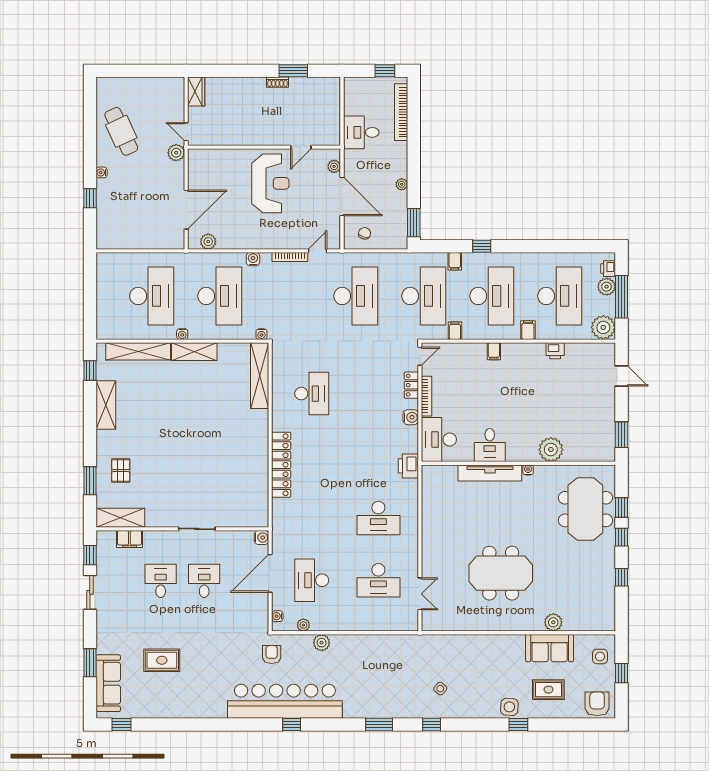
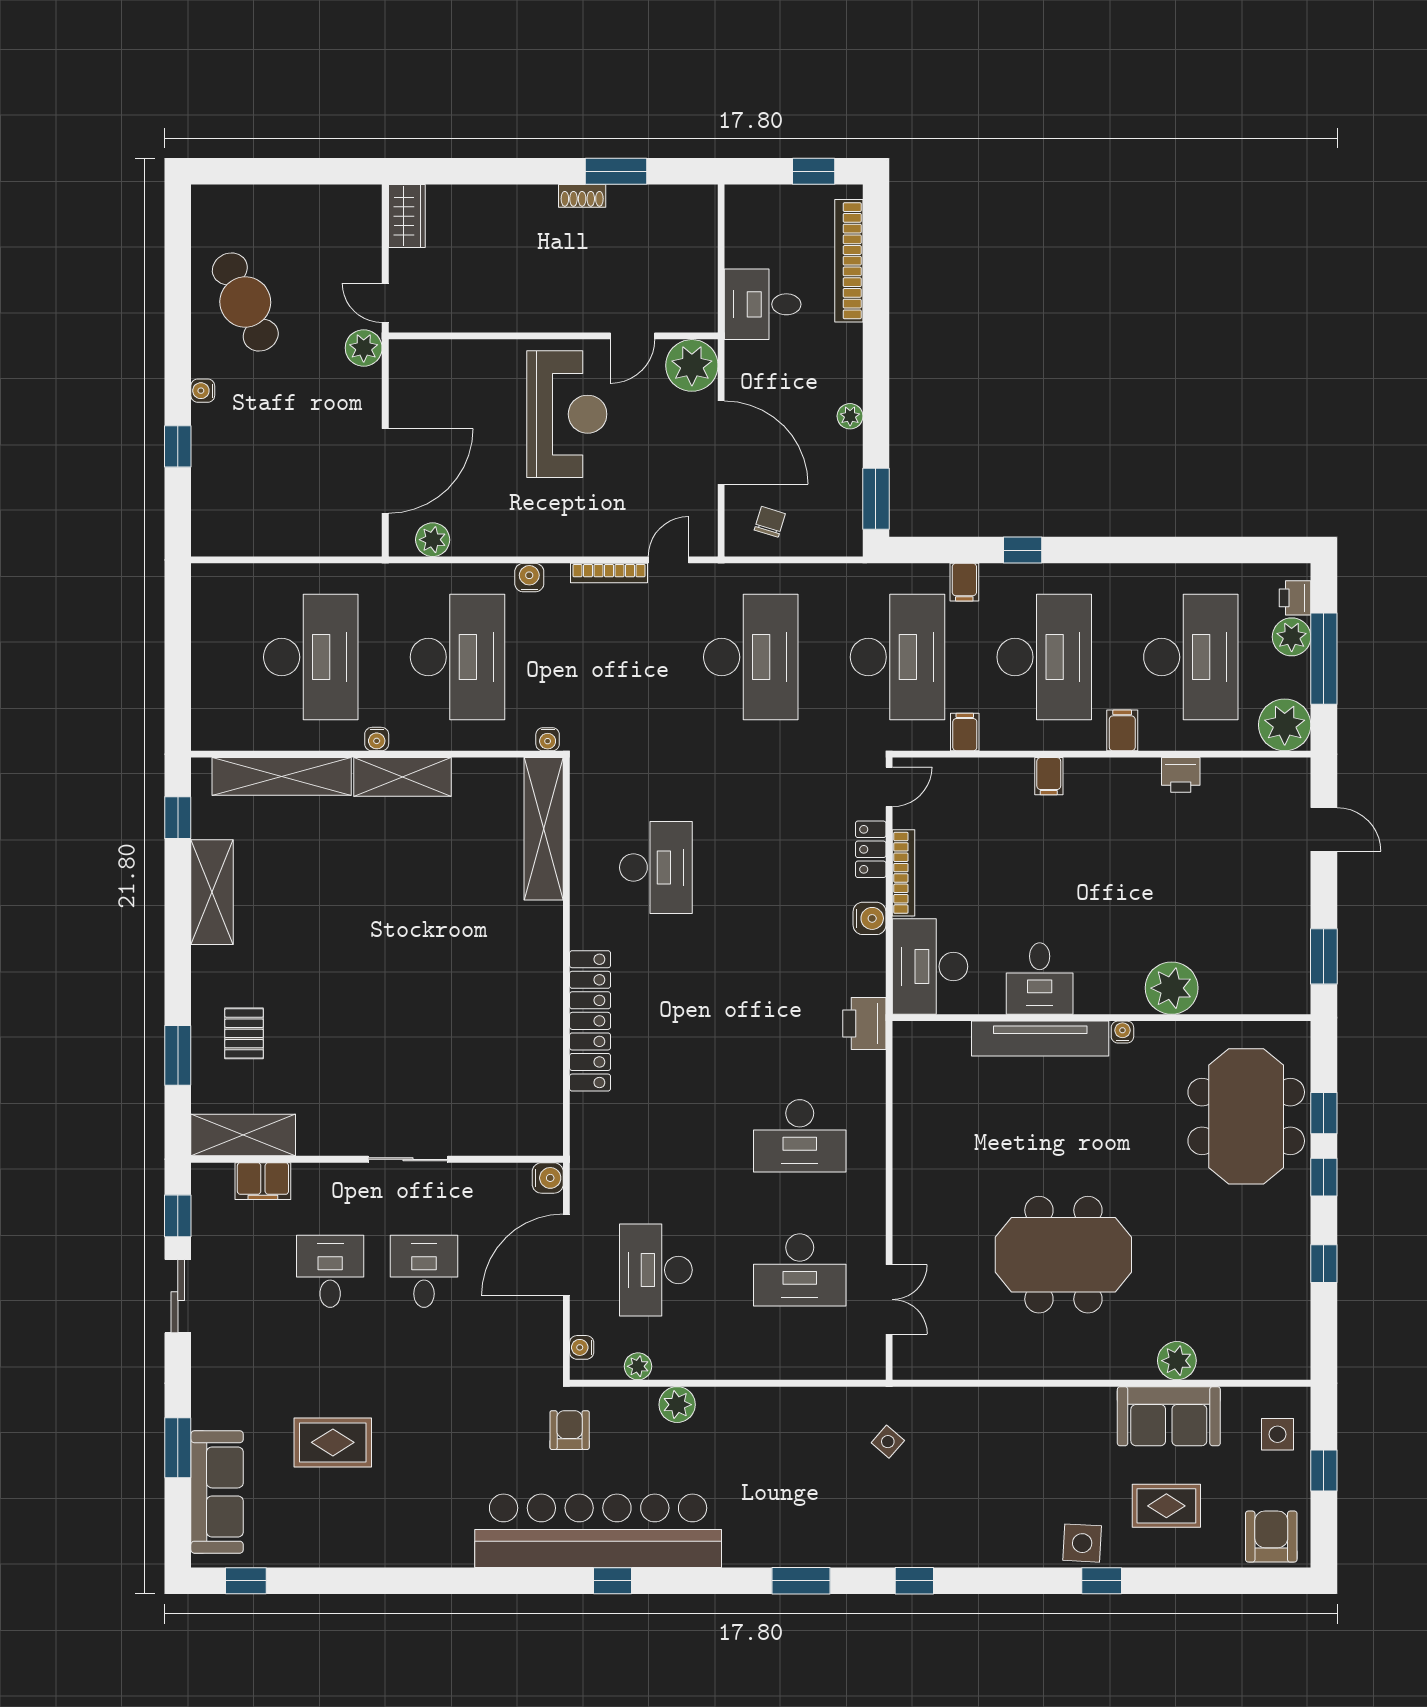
plant: (334, 166) -> (692, 365), width x1.88, depth x1.88
side table: (440, 689) -> (888, 1442), moved

